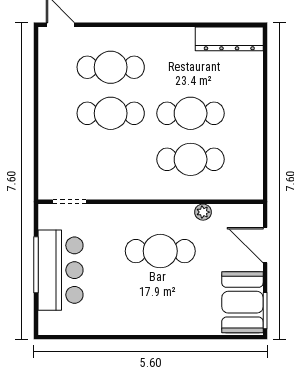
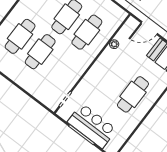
cafe table: (160, 251) -> (133, 94), moved

